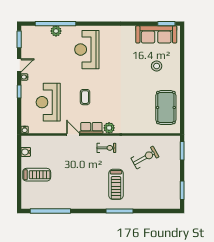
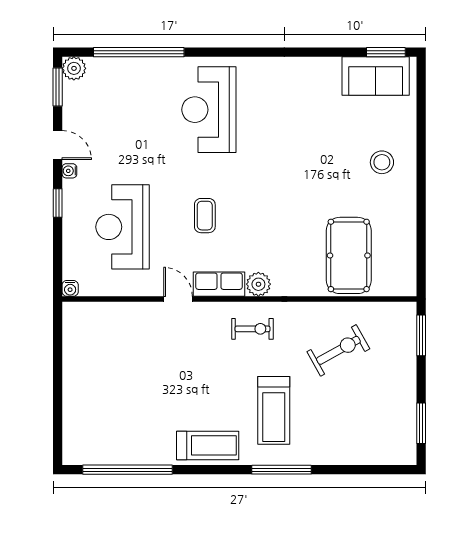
plant: (56, 31) -> (74, 68), moved
sofa: (156, 34) -> (376, 76), width x0.73
door: (19, 65) -> (58, 145), hinge flipped
stool: (157, 66) -> (382, 162), moved
pool table: (166, 108) -> (349, 255), moved
water cooler: (26, 152) -> (72, 338), removed
treadmill: (37, 175) -> (208, 445), moved

